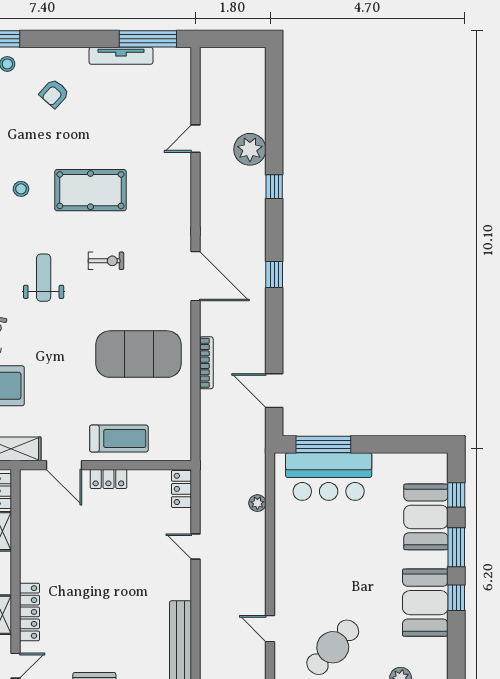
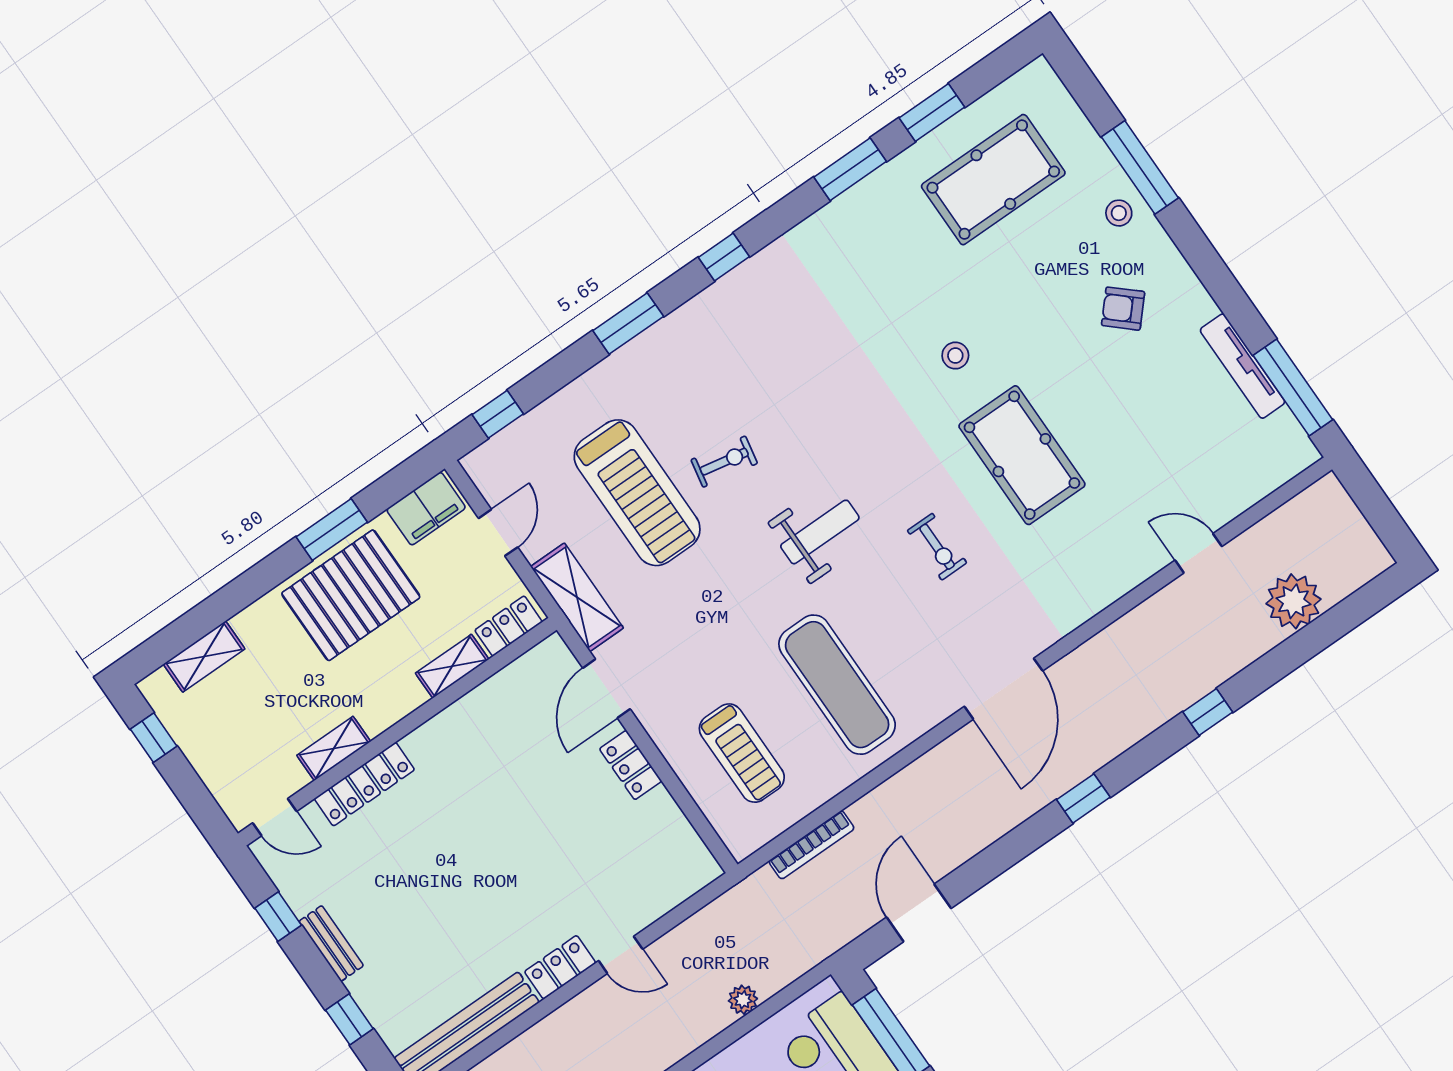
plant: (250, 149) -> (1294, 601), moved
weight bench: (44, 278) -> (820, 532), moved
exercise mat: (139, 354) -> (837, 685), width x0.68
bookcase: (206, 363) -> (812, 845), moved
treadmill: (119, 439) -> (742, 753), moved
locker: (181, 489) -> (560, 967), moved
door: (196, 547) -> (621, 955), swing flipped

